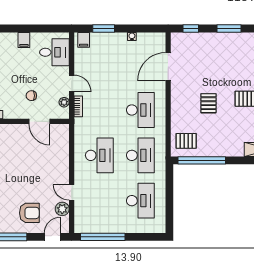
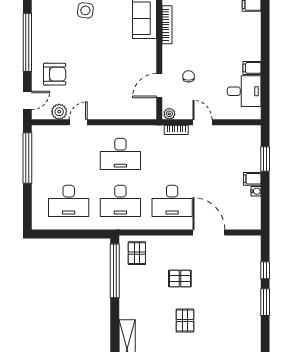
window: (191, 29) -> (265, 270), moved
filing cabinet: (84, 40) -> (252, 179), moved
desk: (54, 52) -> (244, 91), moved, turned -90
door: (168, 67) -> (209, 233), moved
door: (72, 83) -> (202, 122), swing flipped
plant: (64, 102) -> (169, 114), moved
armchair: (29, 213) -> (55, 74), turned -90
door: (52, 237) -> (27, 100), hinge flipped

